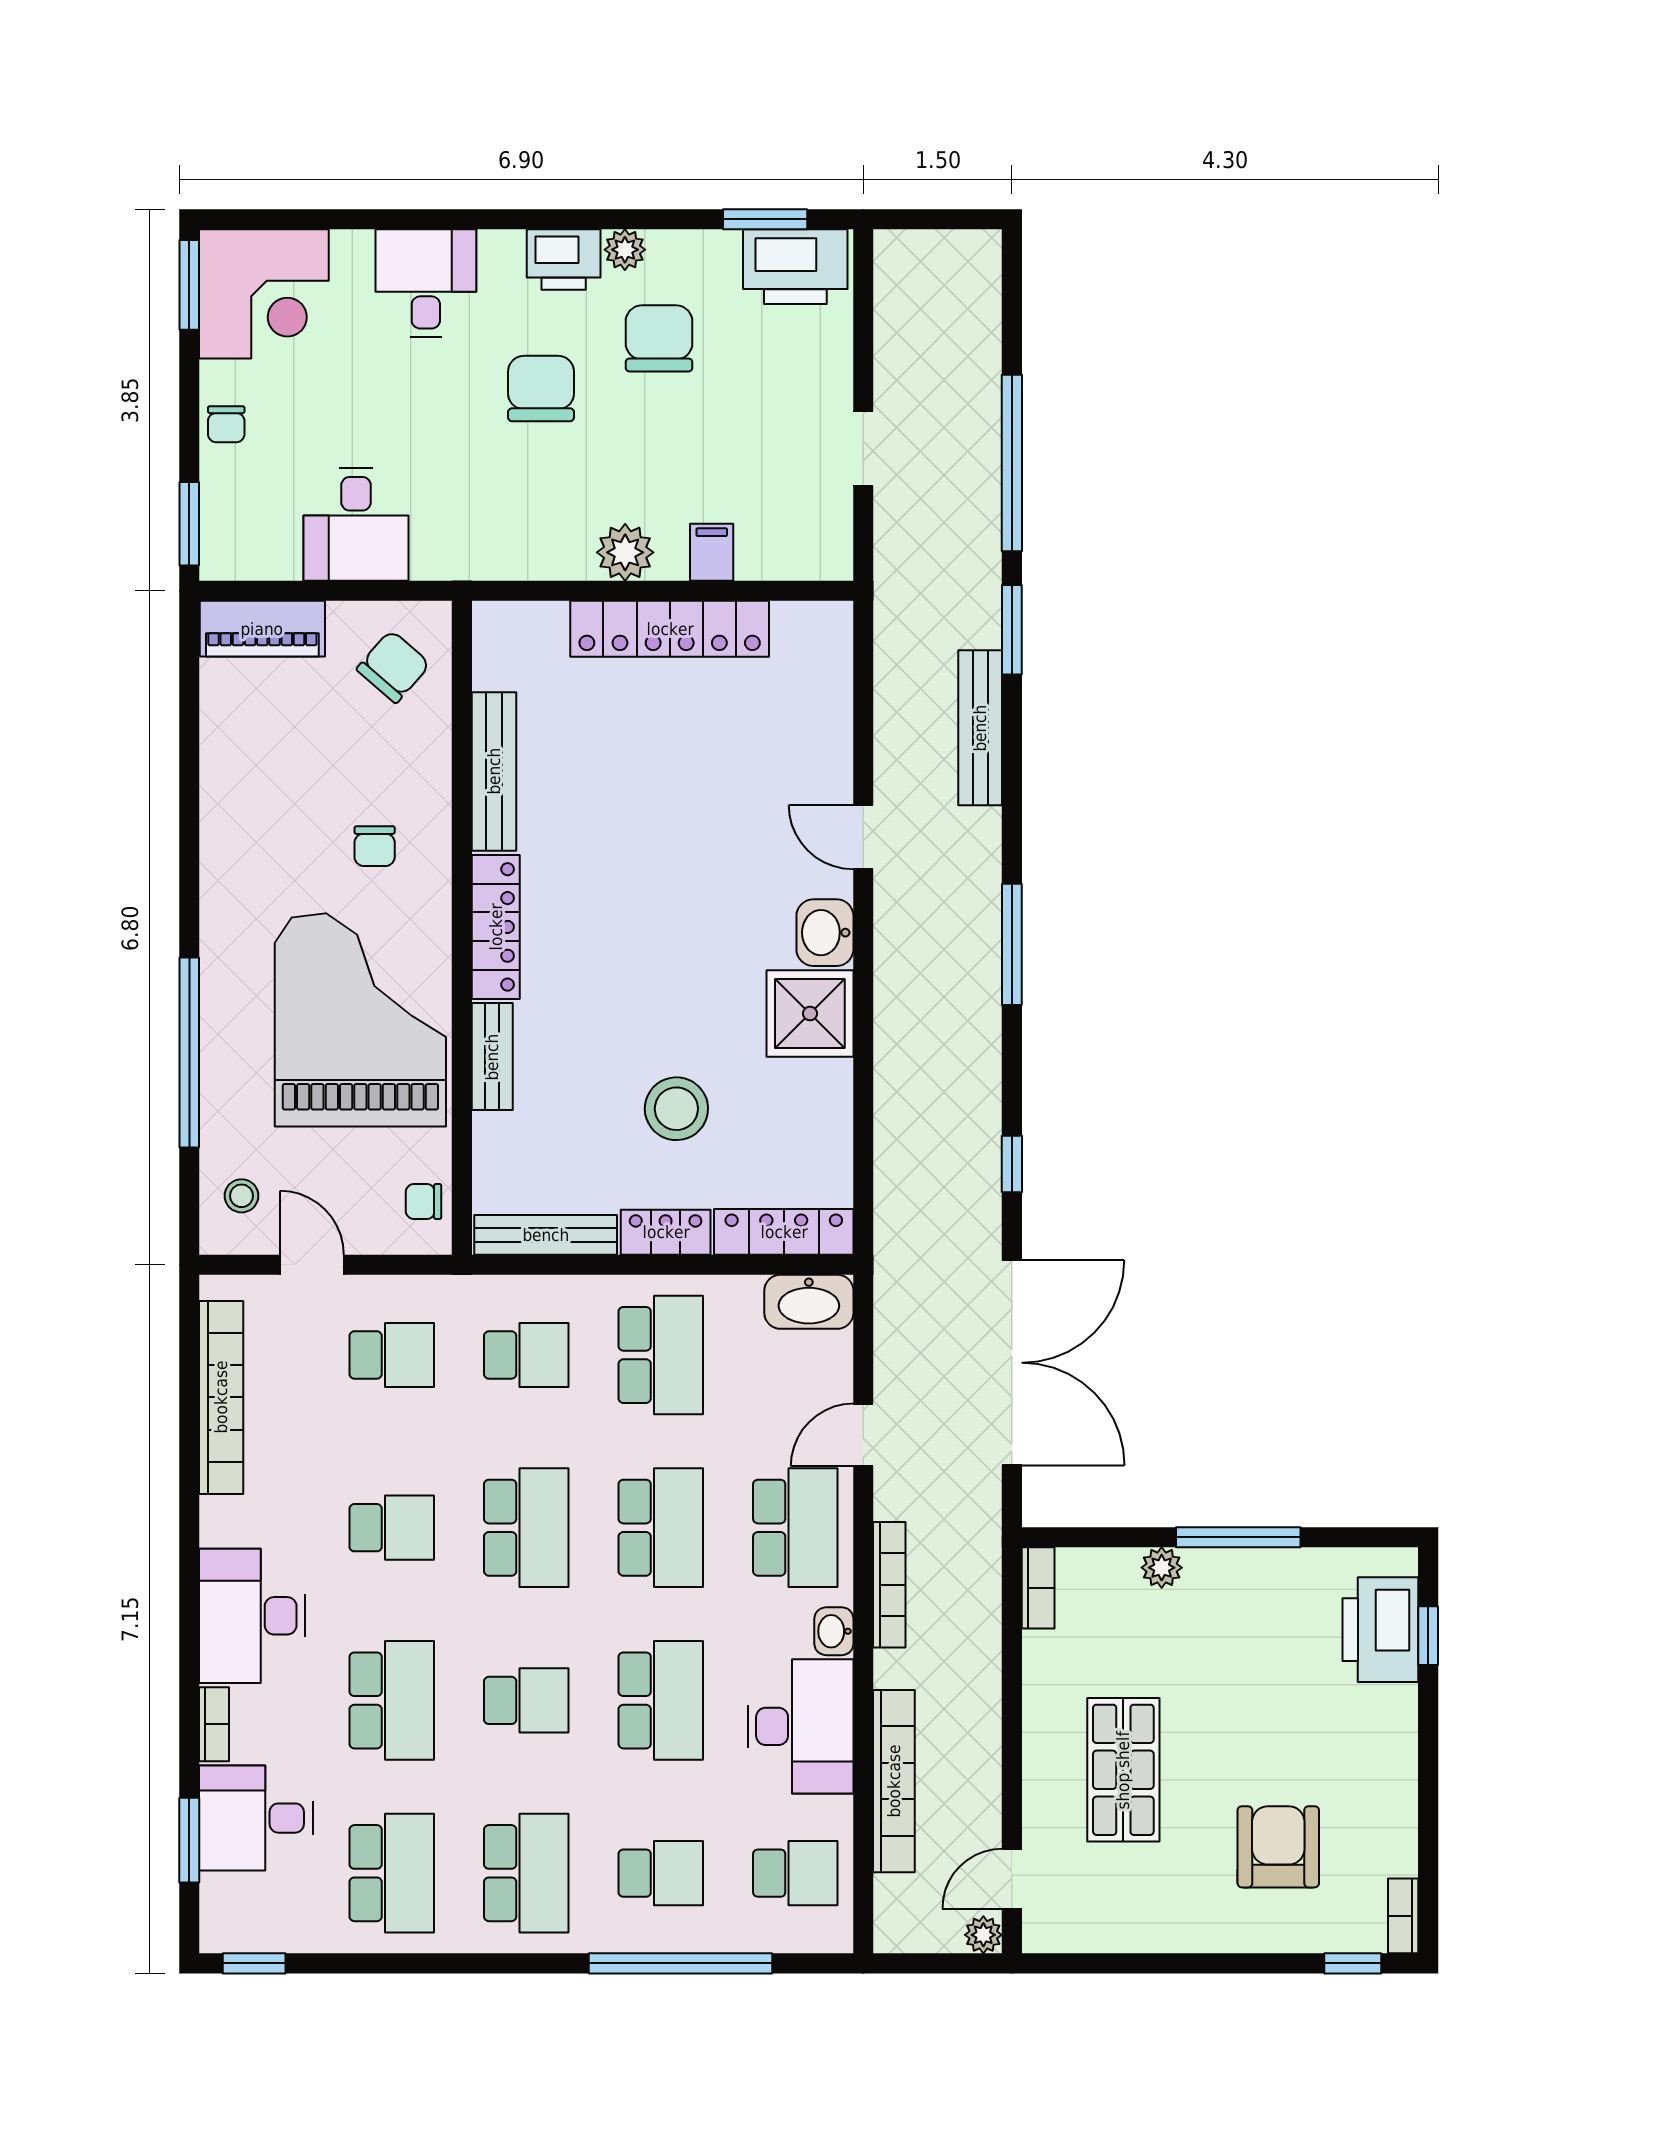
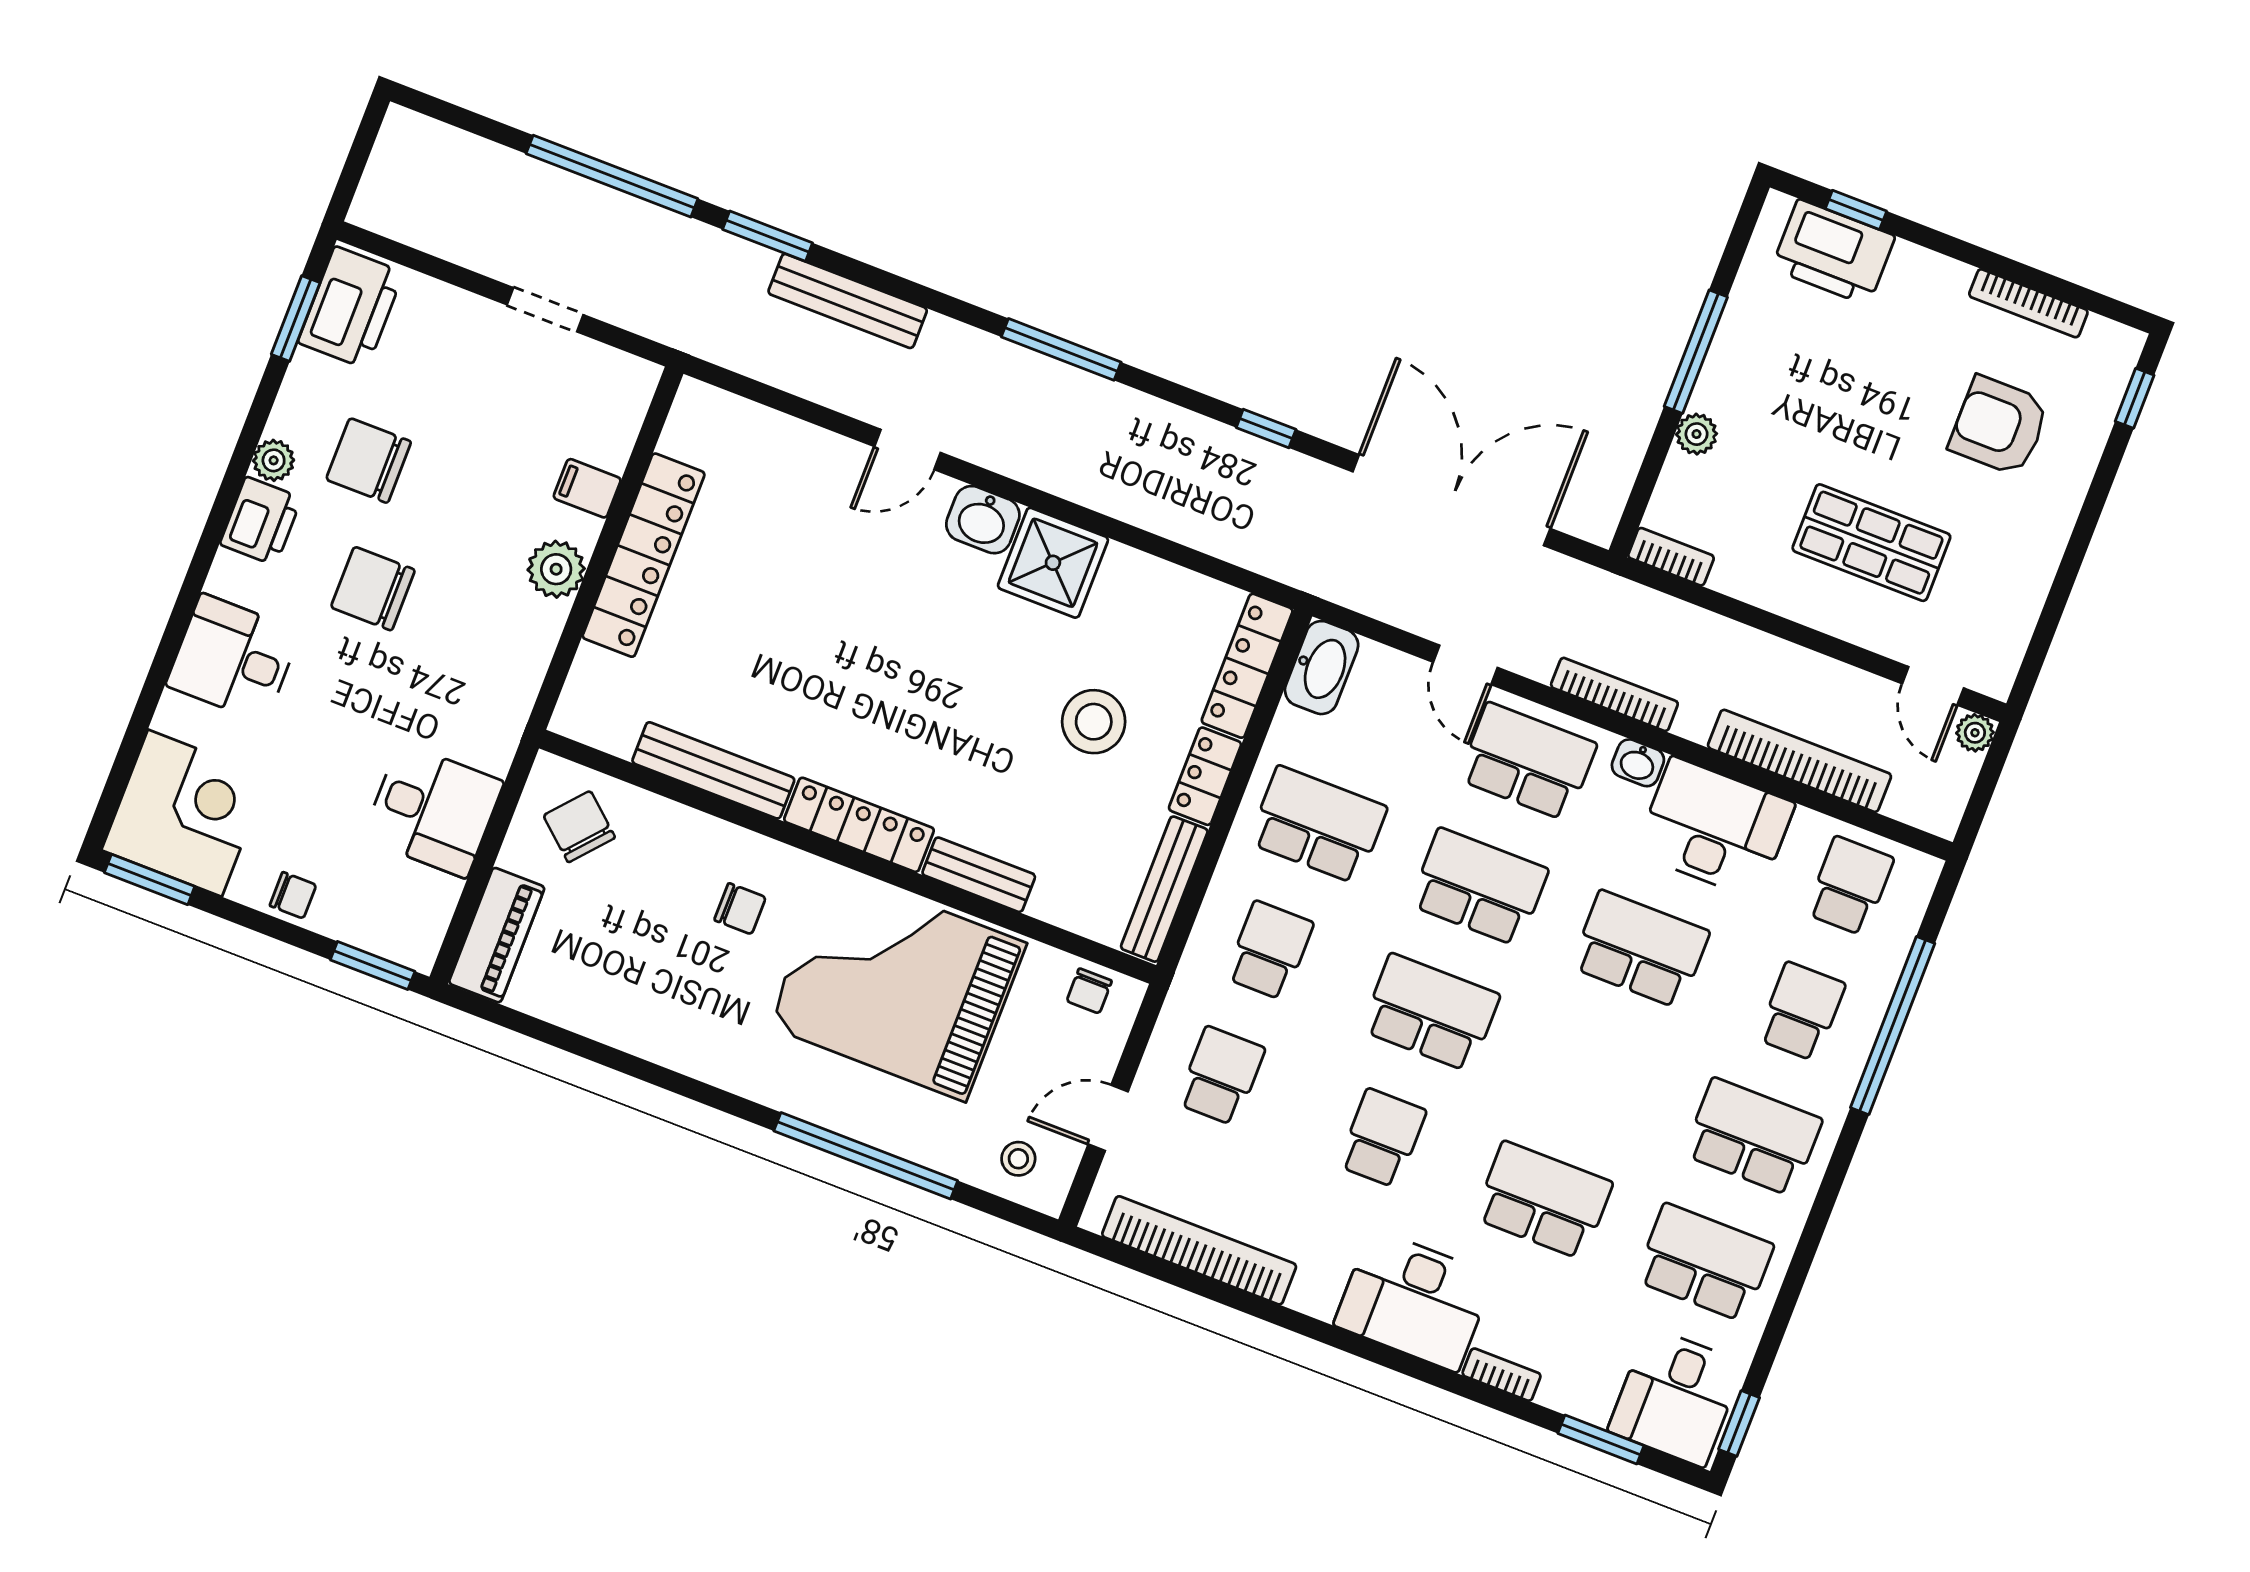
school desk: (526, 1700) -> (1592, 1075), removed
desk: (256, 1818) -> (1676, 1397), moved
bookcase: (1403, 1916) -> (2028, 303), moved, width x1.56

